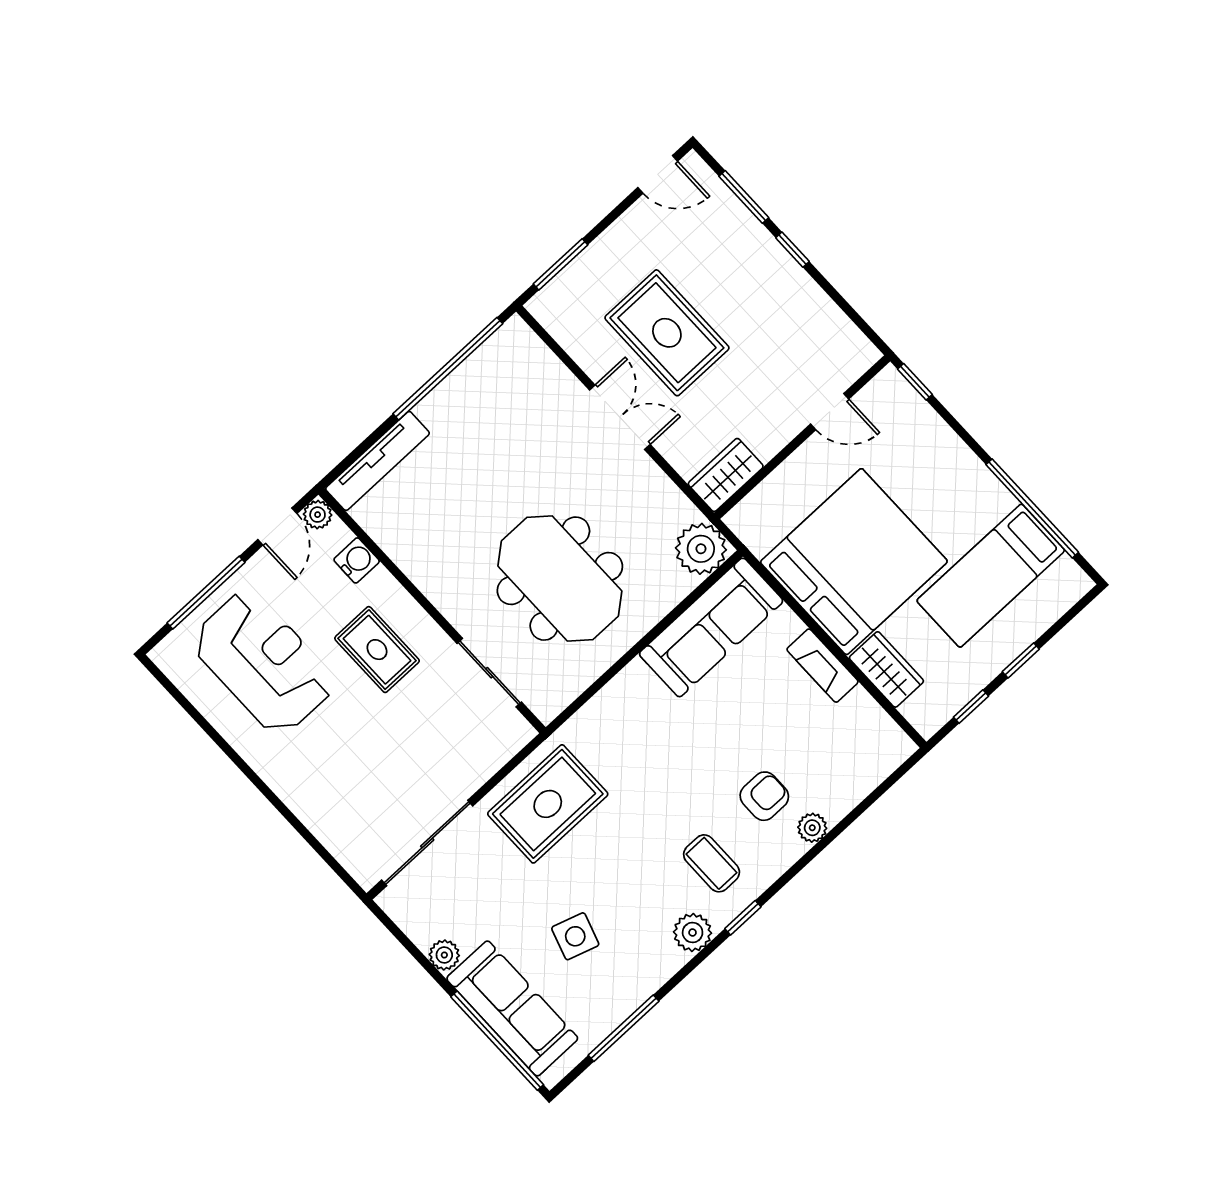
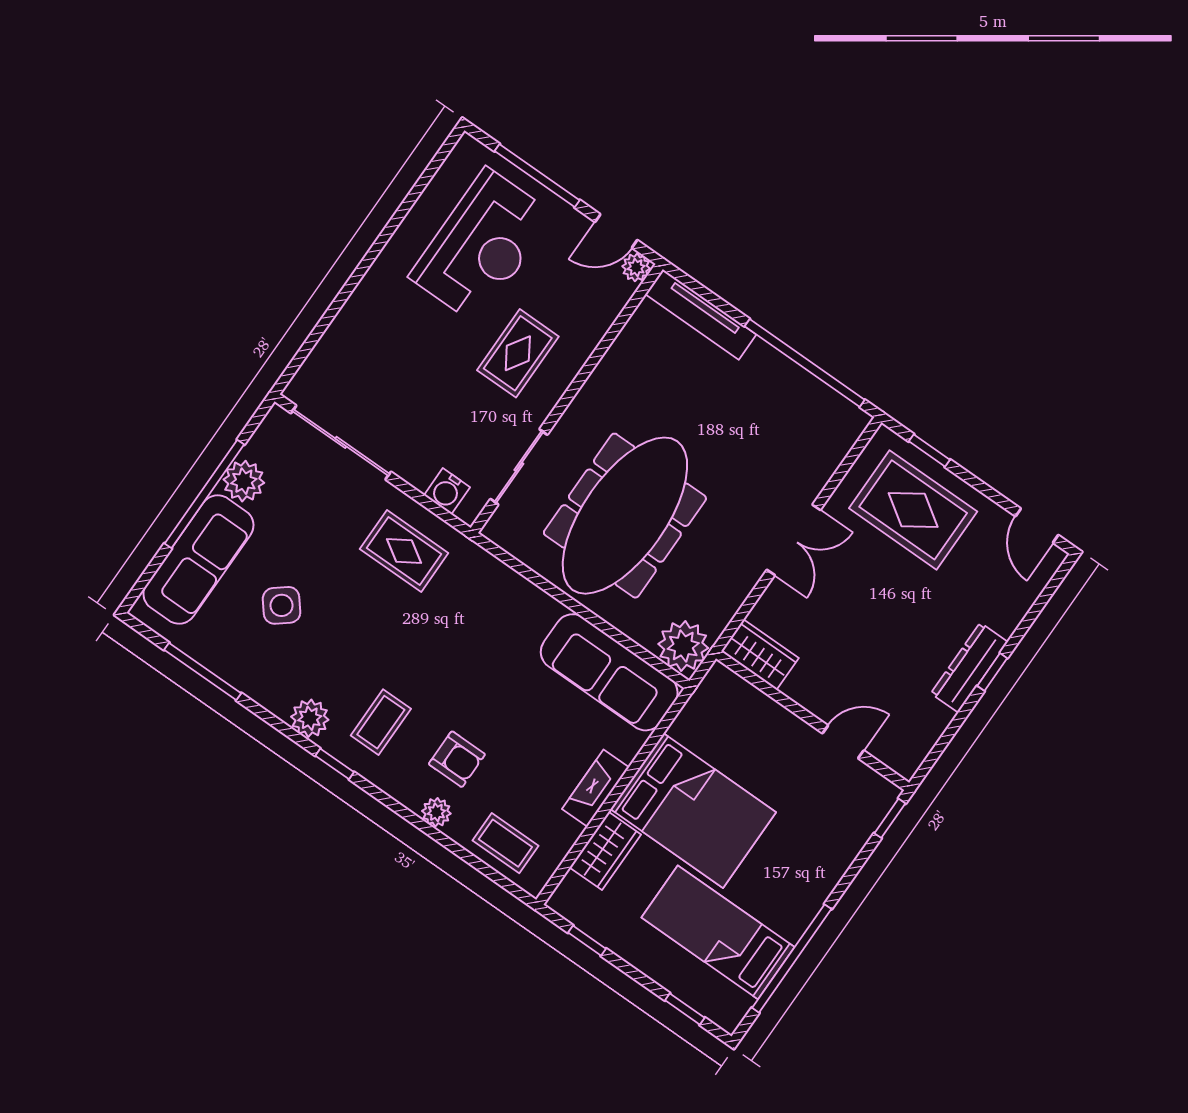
window: (744, 197) -> (1033, 614), removed
window: (561, 264) -> (929, 450), width x0.67
dresser: (783, 271) -> (969, 668), added
rug: (667, 333) -> (913, 510), moved, turned 90
door: (830, 412) -> (843, 742), swing flipped
water cooler: (357, 560) -> (447, 491), moved, turned 90
bed: (854, 562) -> (693, 811), width x0.73
meeting table: (560, 579) -> (625, 516), width x1.36
window: (1021, 660) -> (685, 1009), moved
coffee table: (857, 766) -> (505, 843), added
rug: (548, 804) -> (404, 551), width x0.73, depth x0.70
side table: (575, 936) -> (282, 605), turned 33
plant: (444, 955) -> (244, 481), width x1.38, depth x1.38
window: (497, 1041) -> (204, 494), moved

